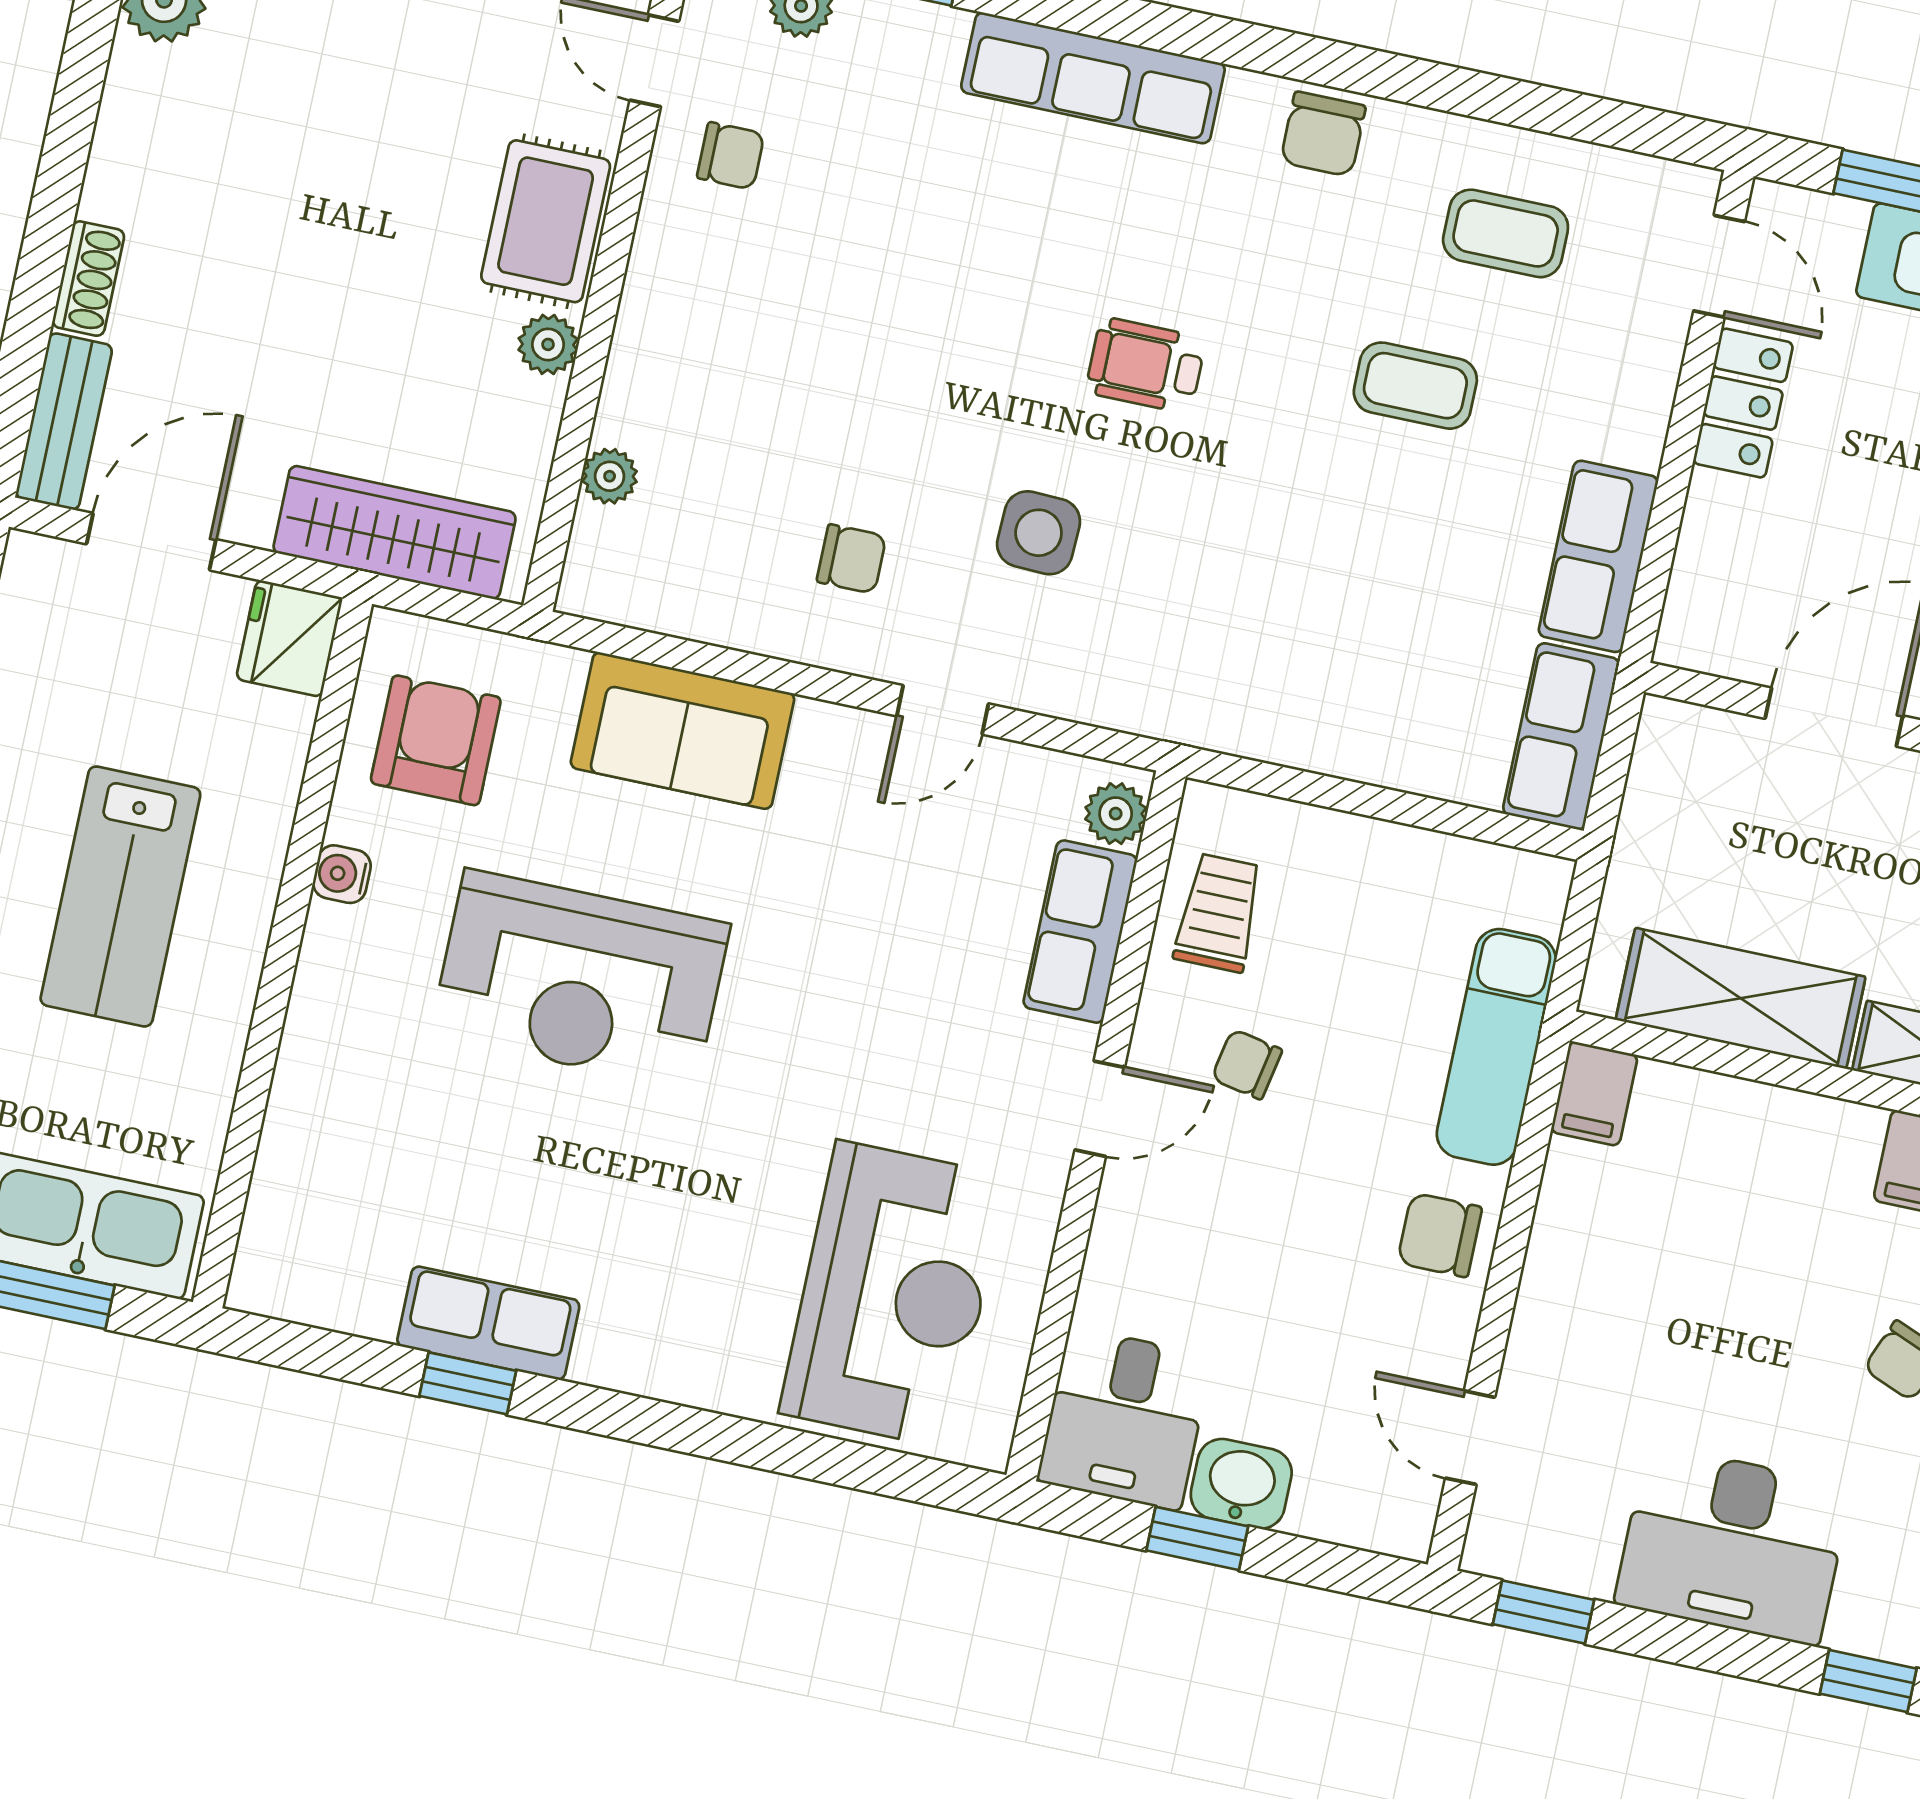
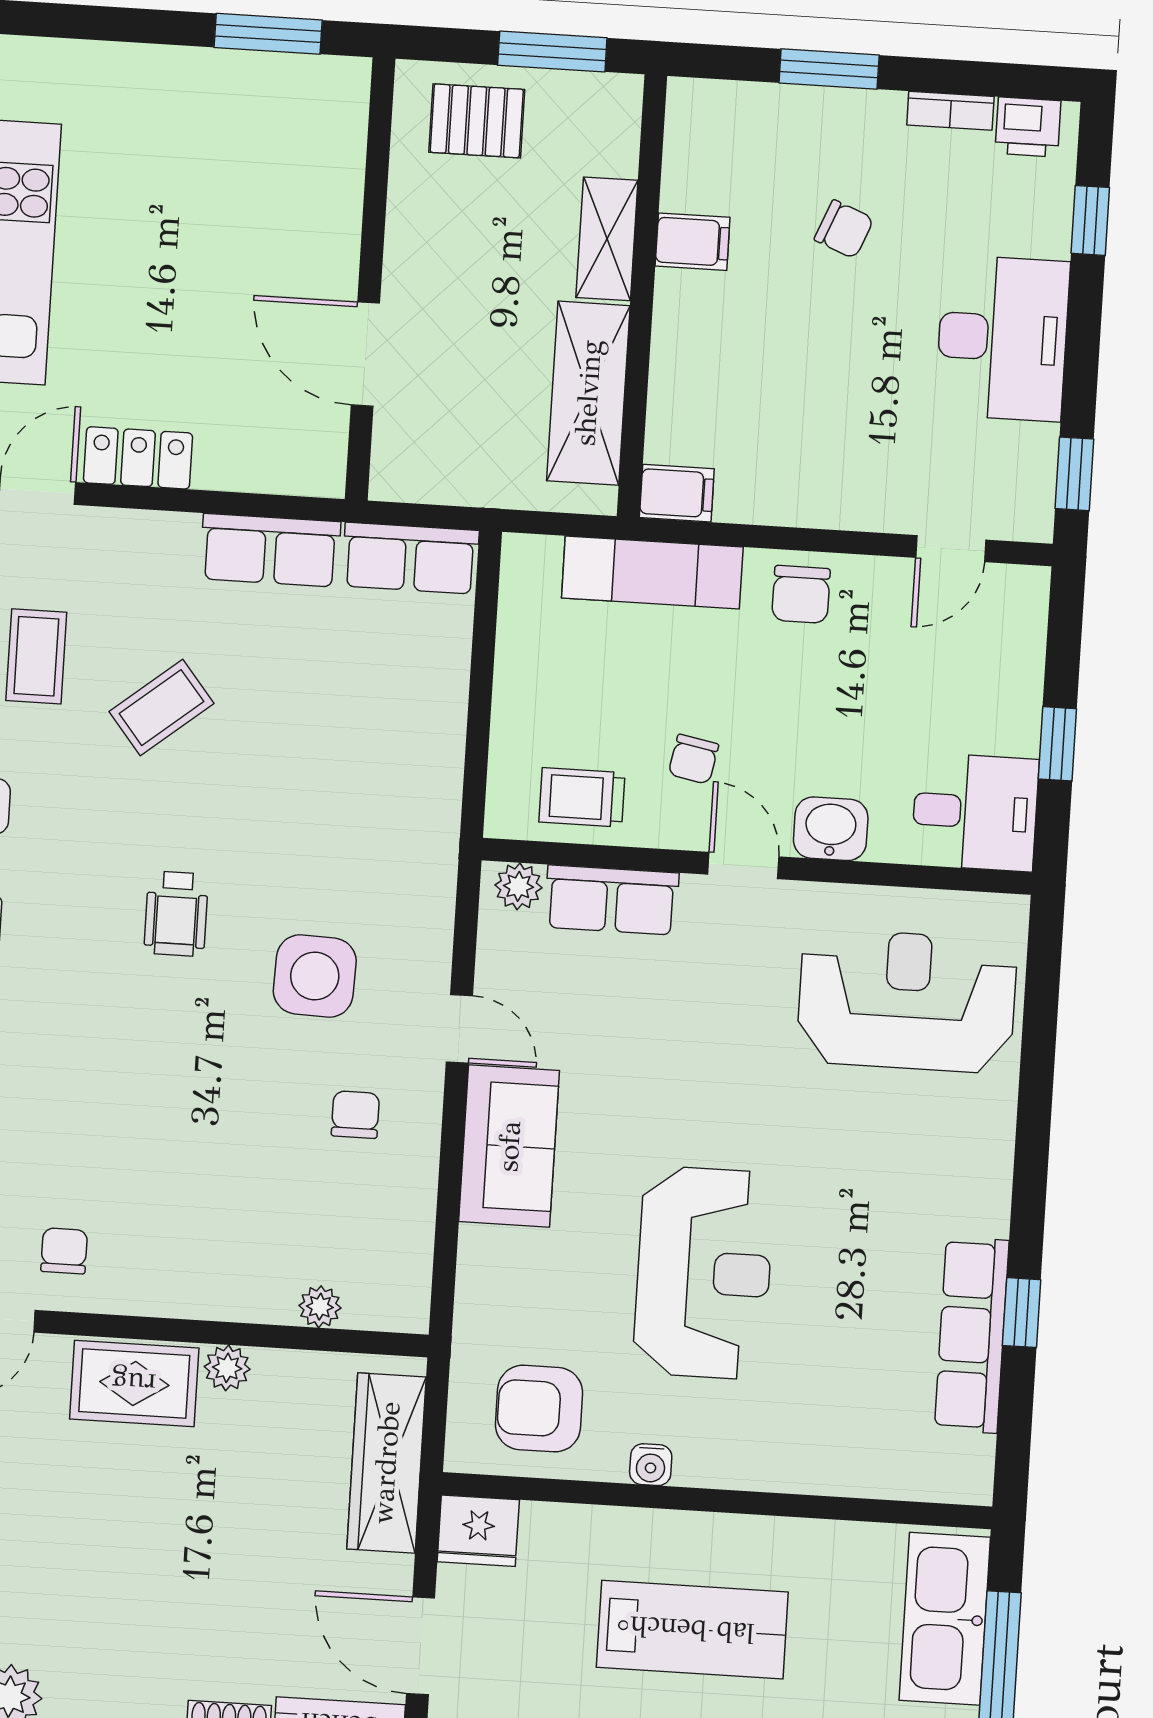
coffee table: (1415, 386) -> (161, 708), turned 51
side table: (1039, 533) -> (315, 976), width x1.37, depth x1.37
sofa: (683, 731) -> (509, 1146), moved
row of seats: (488, 1323) -> (972, 1335), width x1.48
washbasin: (1241, 1484) -> (831, 829), moved, turned 90

